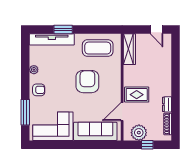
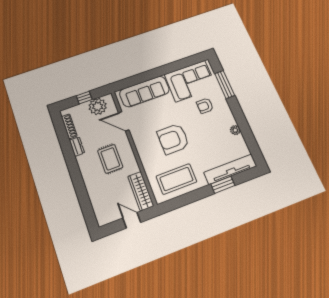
door: (156, 30) -> (132, 220), moved
armchair: (87, 82) -> (173, 139), turned 90
armchair: (39, 90) -> (205, 106), moved
rug: (137, 95) -> (110, 159), moved, turned 90
door: (122, 112) -> (124, 121), swing flipped

